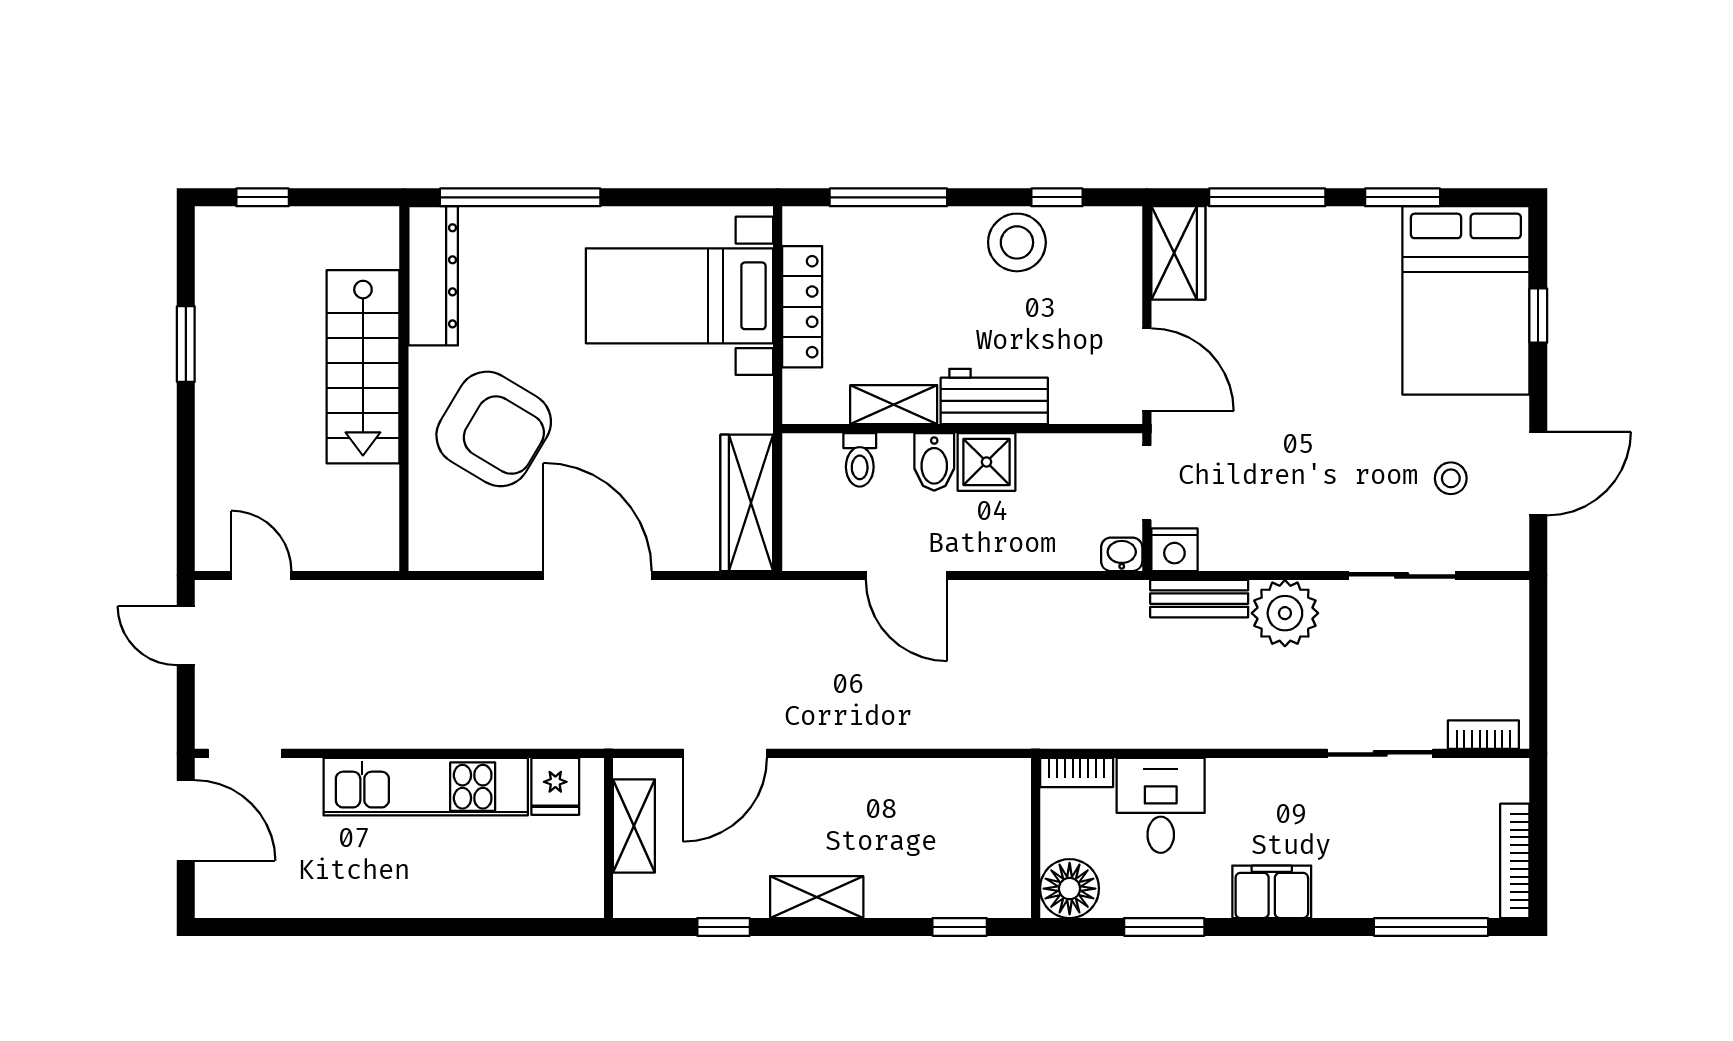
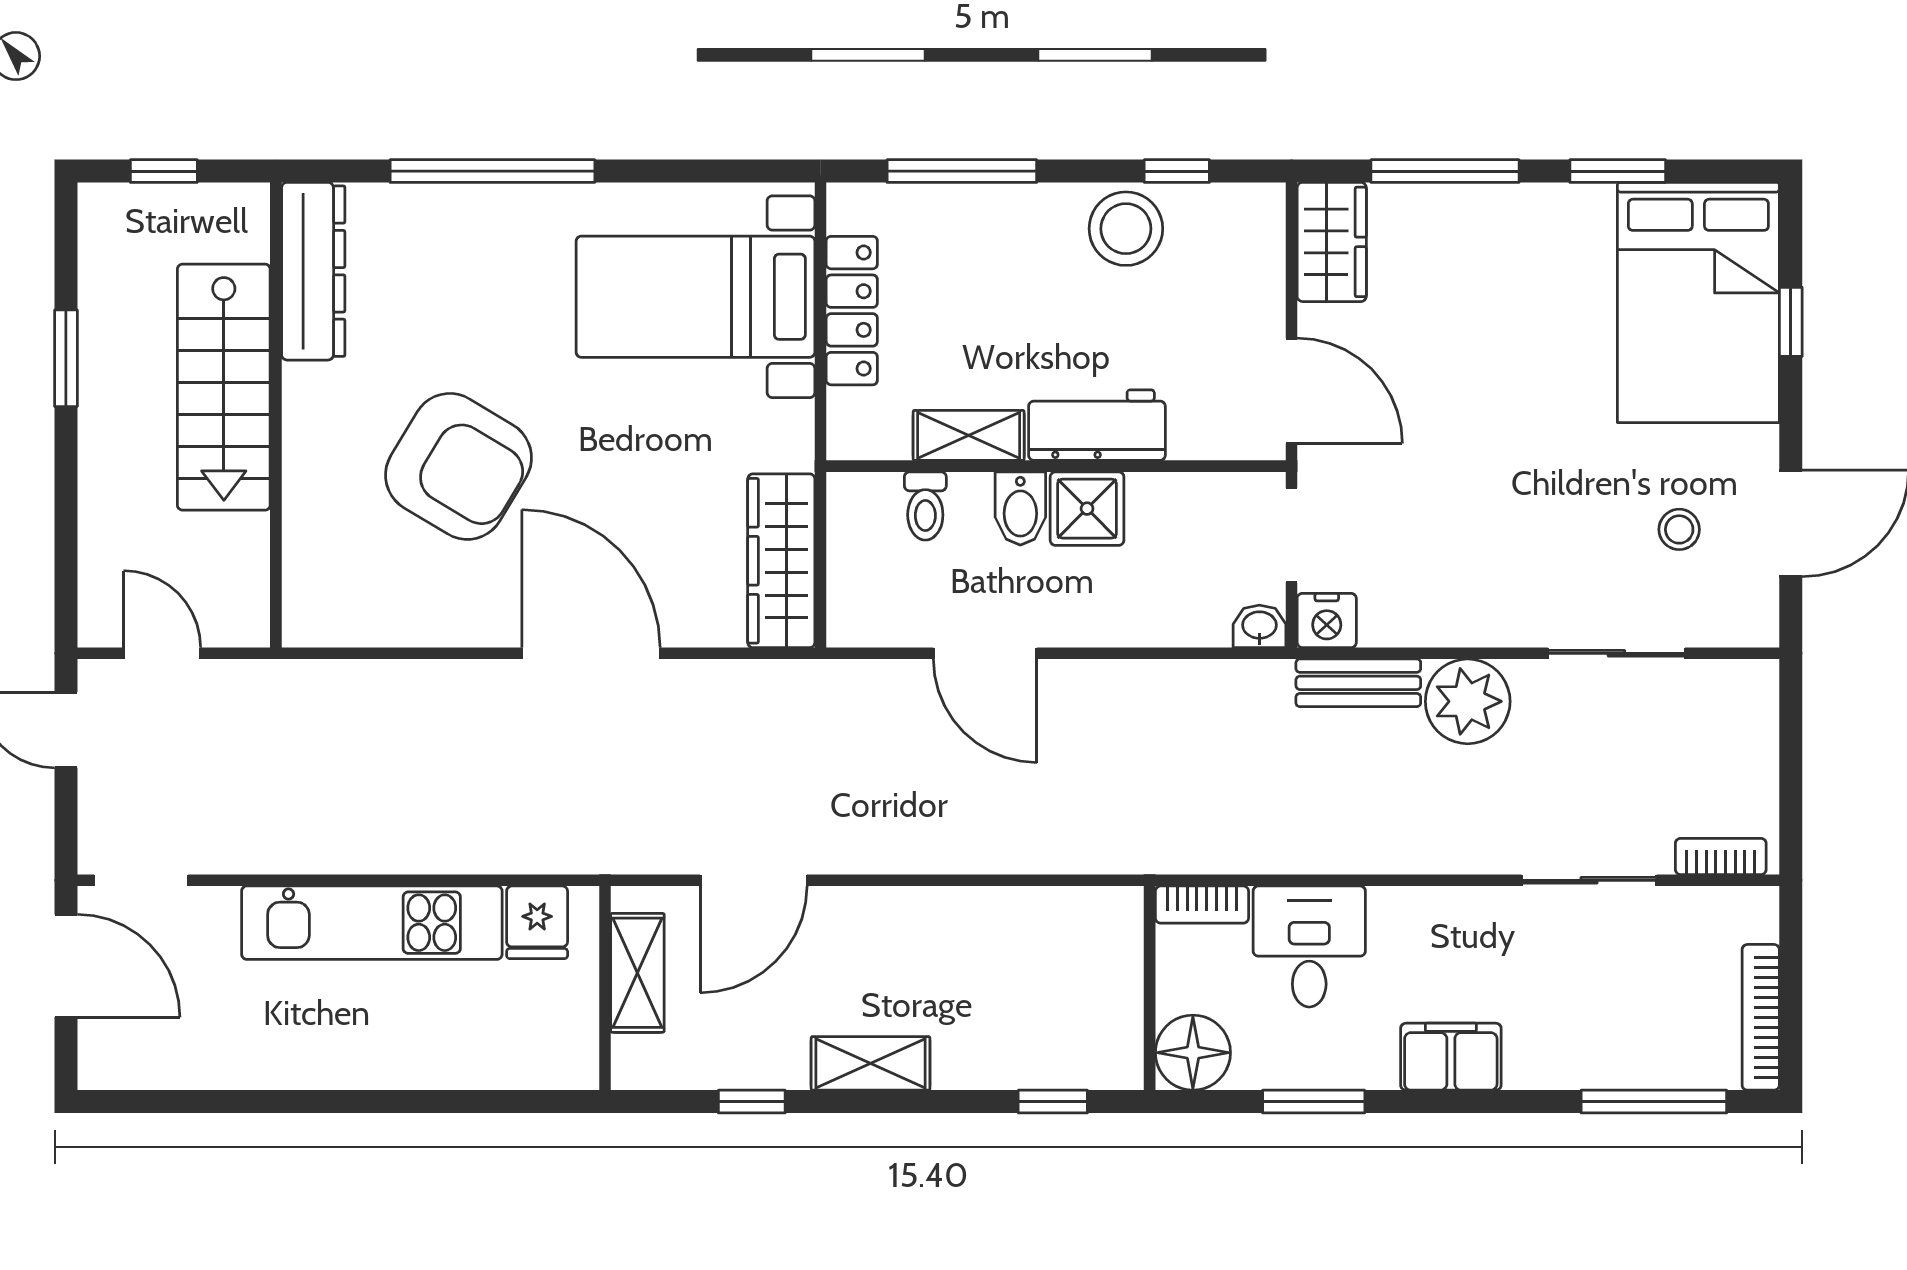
dresser: (433, 276) -> (313, 271), moved
stairs: (363, 367) -> (224, 387), moved
wall: (404, 389) -> (276, 415), moved

